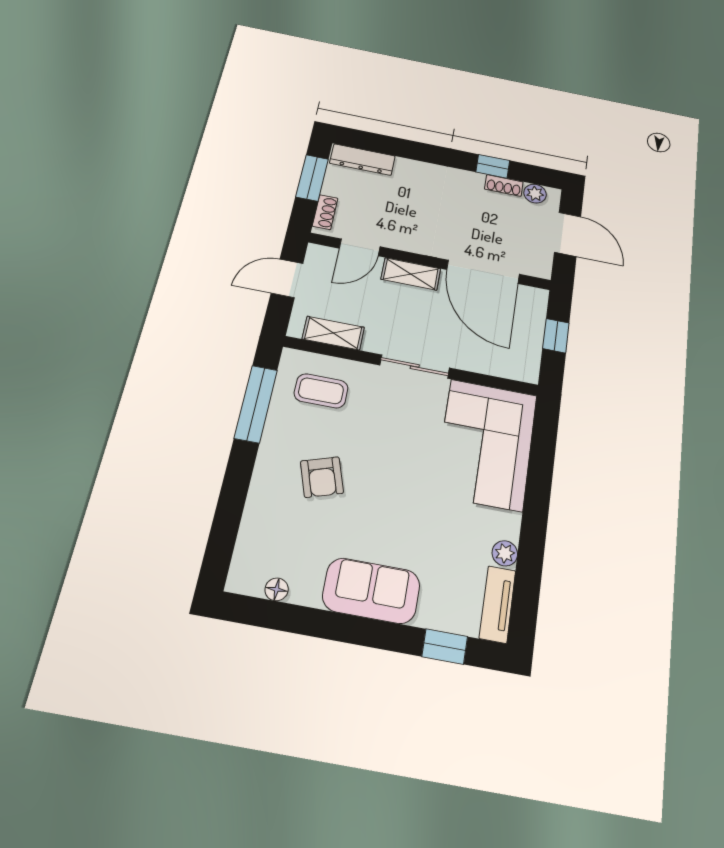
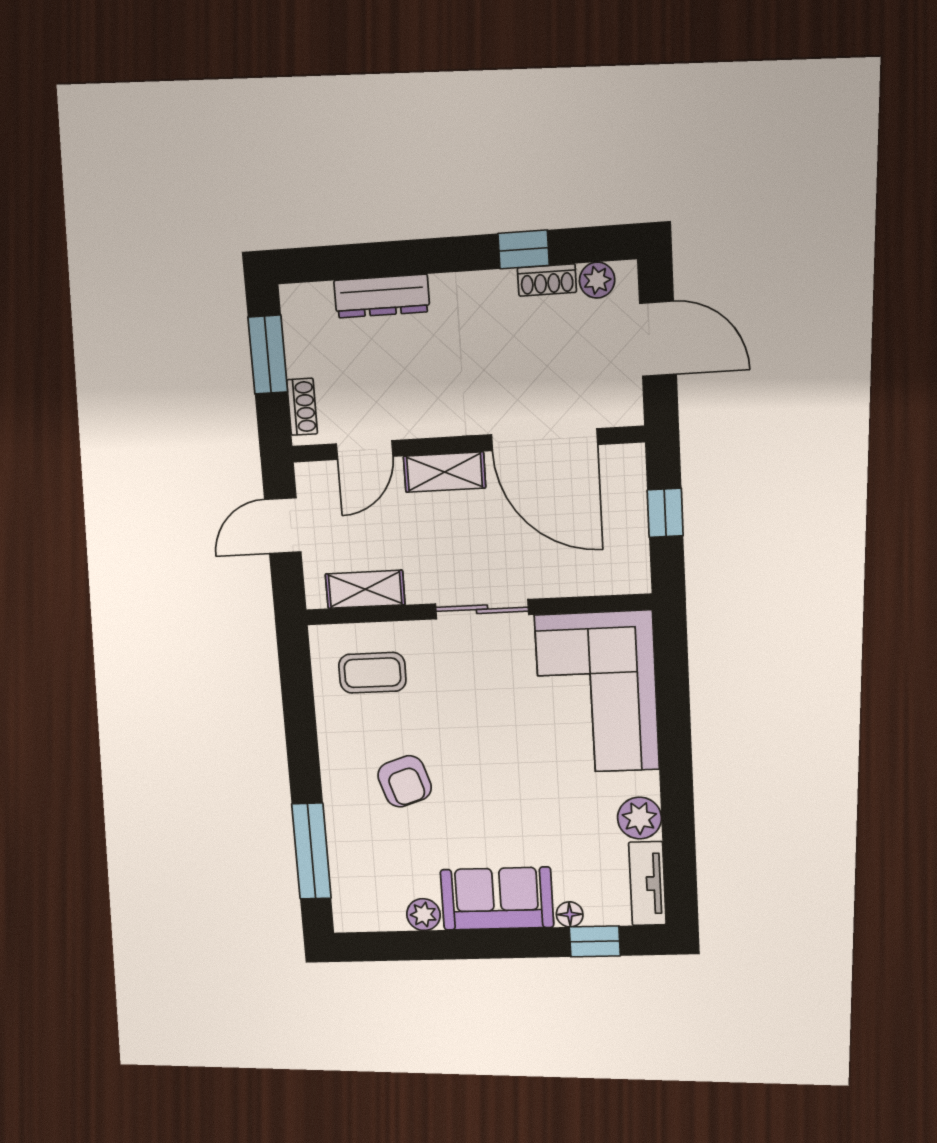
dresser: (362, 160) -> (382, 296), moved
window: (256, 404) -> (311, 851), moved
plant: (505, 553) -> (639, 818), width x1.38, depth x1.38
floor lamp: (277, 589) -> (570, 914), moved
plant: (306, 592) -> (423, 915), added

